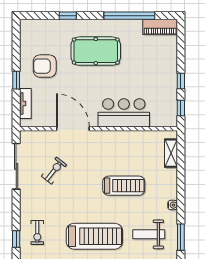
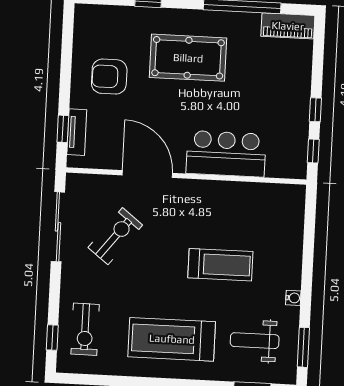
window: (16, 80) -> (63, 129), moved
shelving: (171, 153) -> (295, 219), removed
exercise bike: (54, 171) -> (115, 236), width x1.38, depth x1.39
exercise bike: (37, 233) -> (85, 329), width x1.38, depth x1.39
treadmill: (94, 236) -> (172, 339), turned 180

